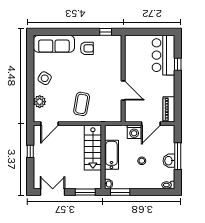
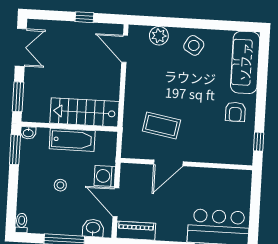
coffee table: (82, 104) -> (161, 126), moved
washbasin: (169, 161) -> (93, 228), moved

